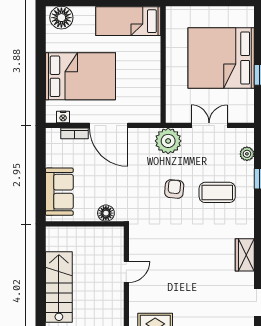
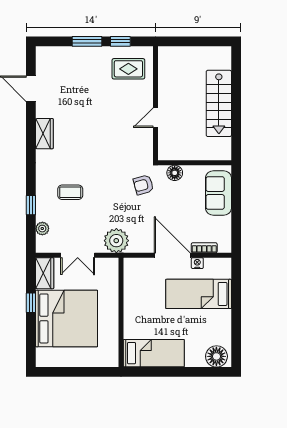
bed: (80, 76) -> (199, 294), width x0.67
wardrobe: (244, 106) -> (45, 273), added
nightstand: (63, 117) -> (197, 263), moved
armchair: (174, 189) -> (143, 185), moved, turned 70
coffee table: (217, 192) -> (70, 192), width x0.73, depth x0.77

